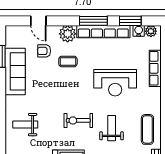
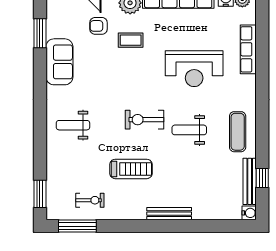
sofa: (15, 71) -> (59, 62), width x0.73
weight bench: (112, 128) -> (189, 130), turned -90

